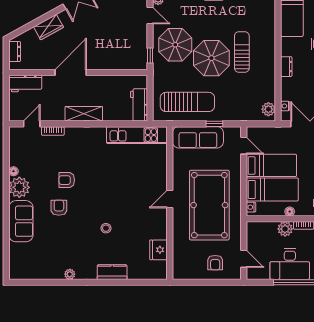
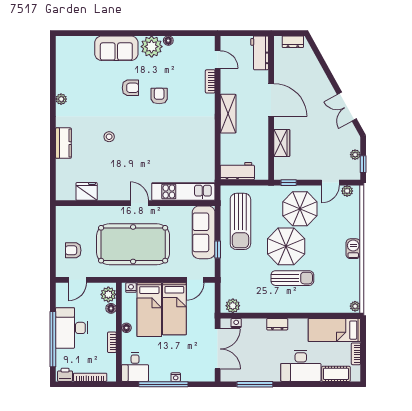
wardrobe: (48, 27) -> (282, 143), moved, turned -151
kitchen unit: (137, 135) -> (183, 192), moved, turned 90
floor lamp: (271, 226) -> (111, 308), added
plant: (285, 229) -> (108, 294), moved

